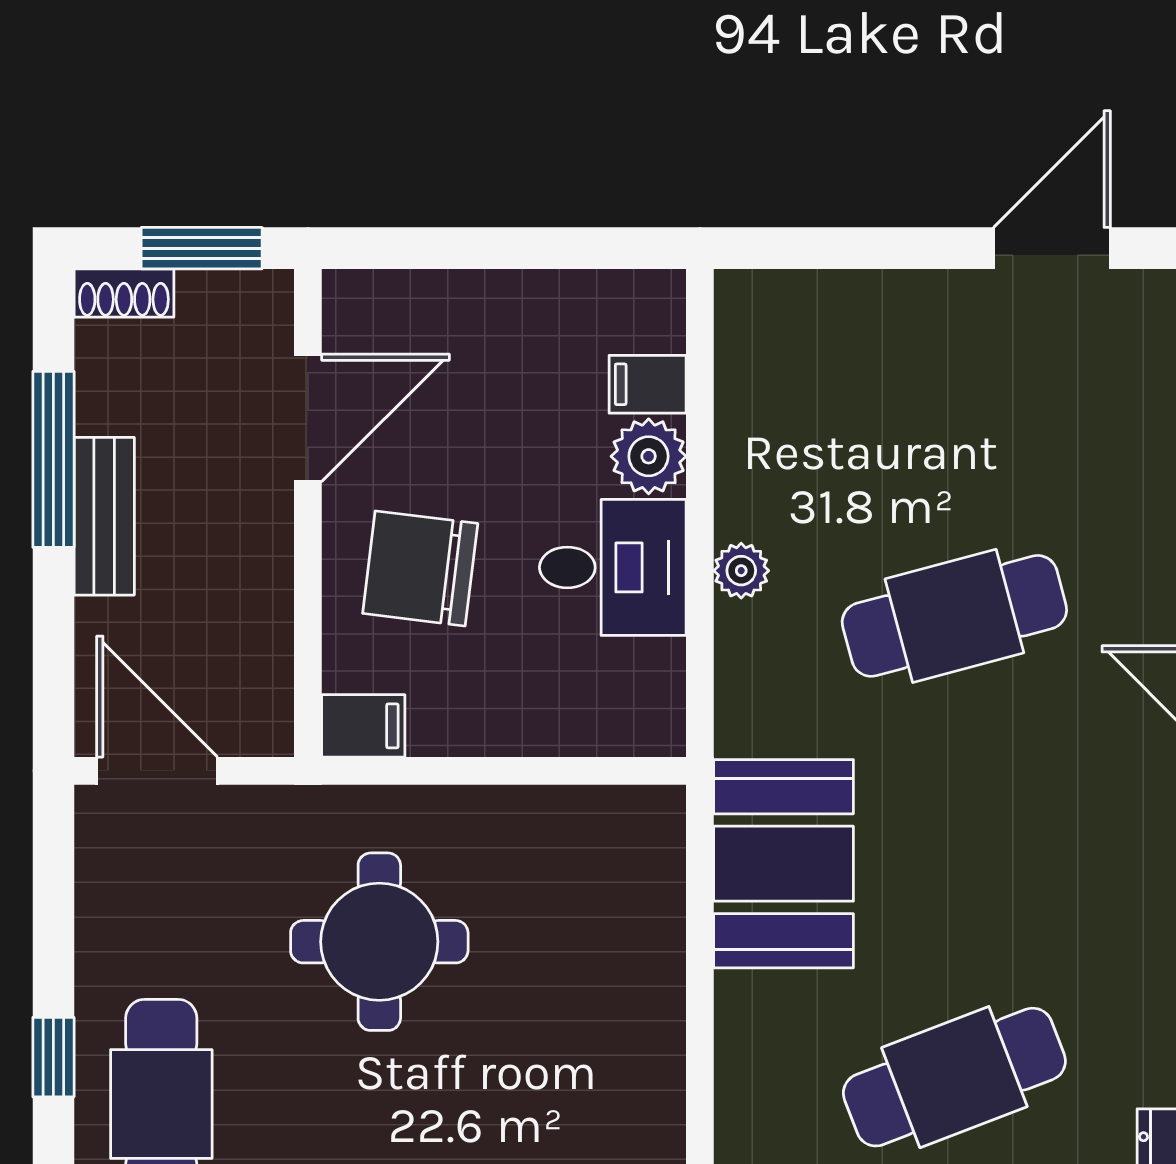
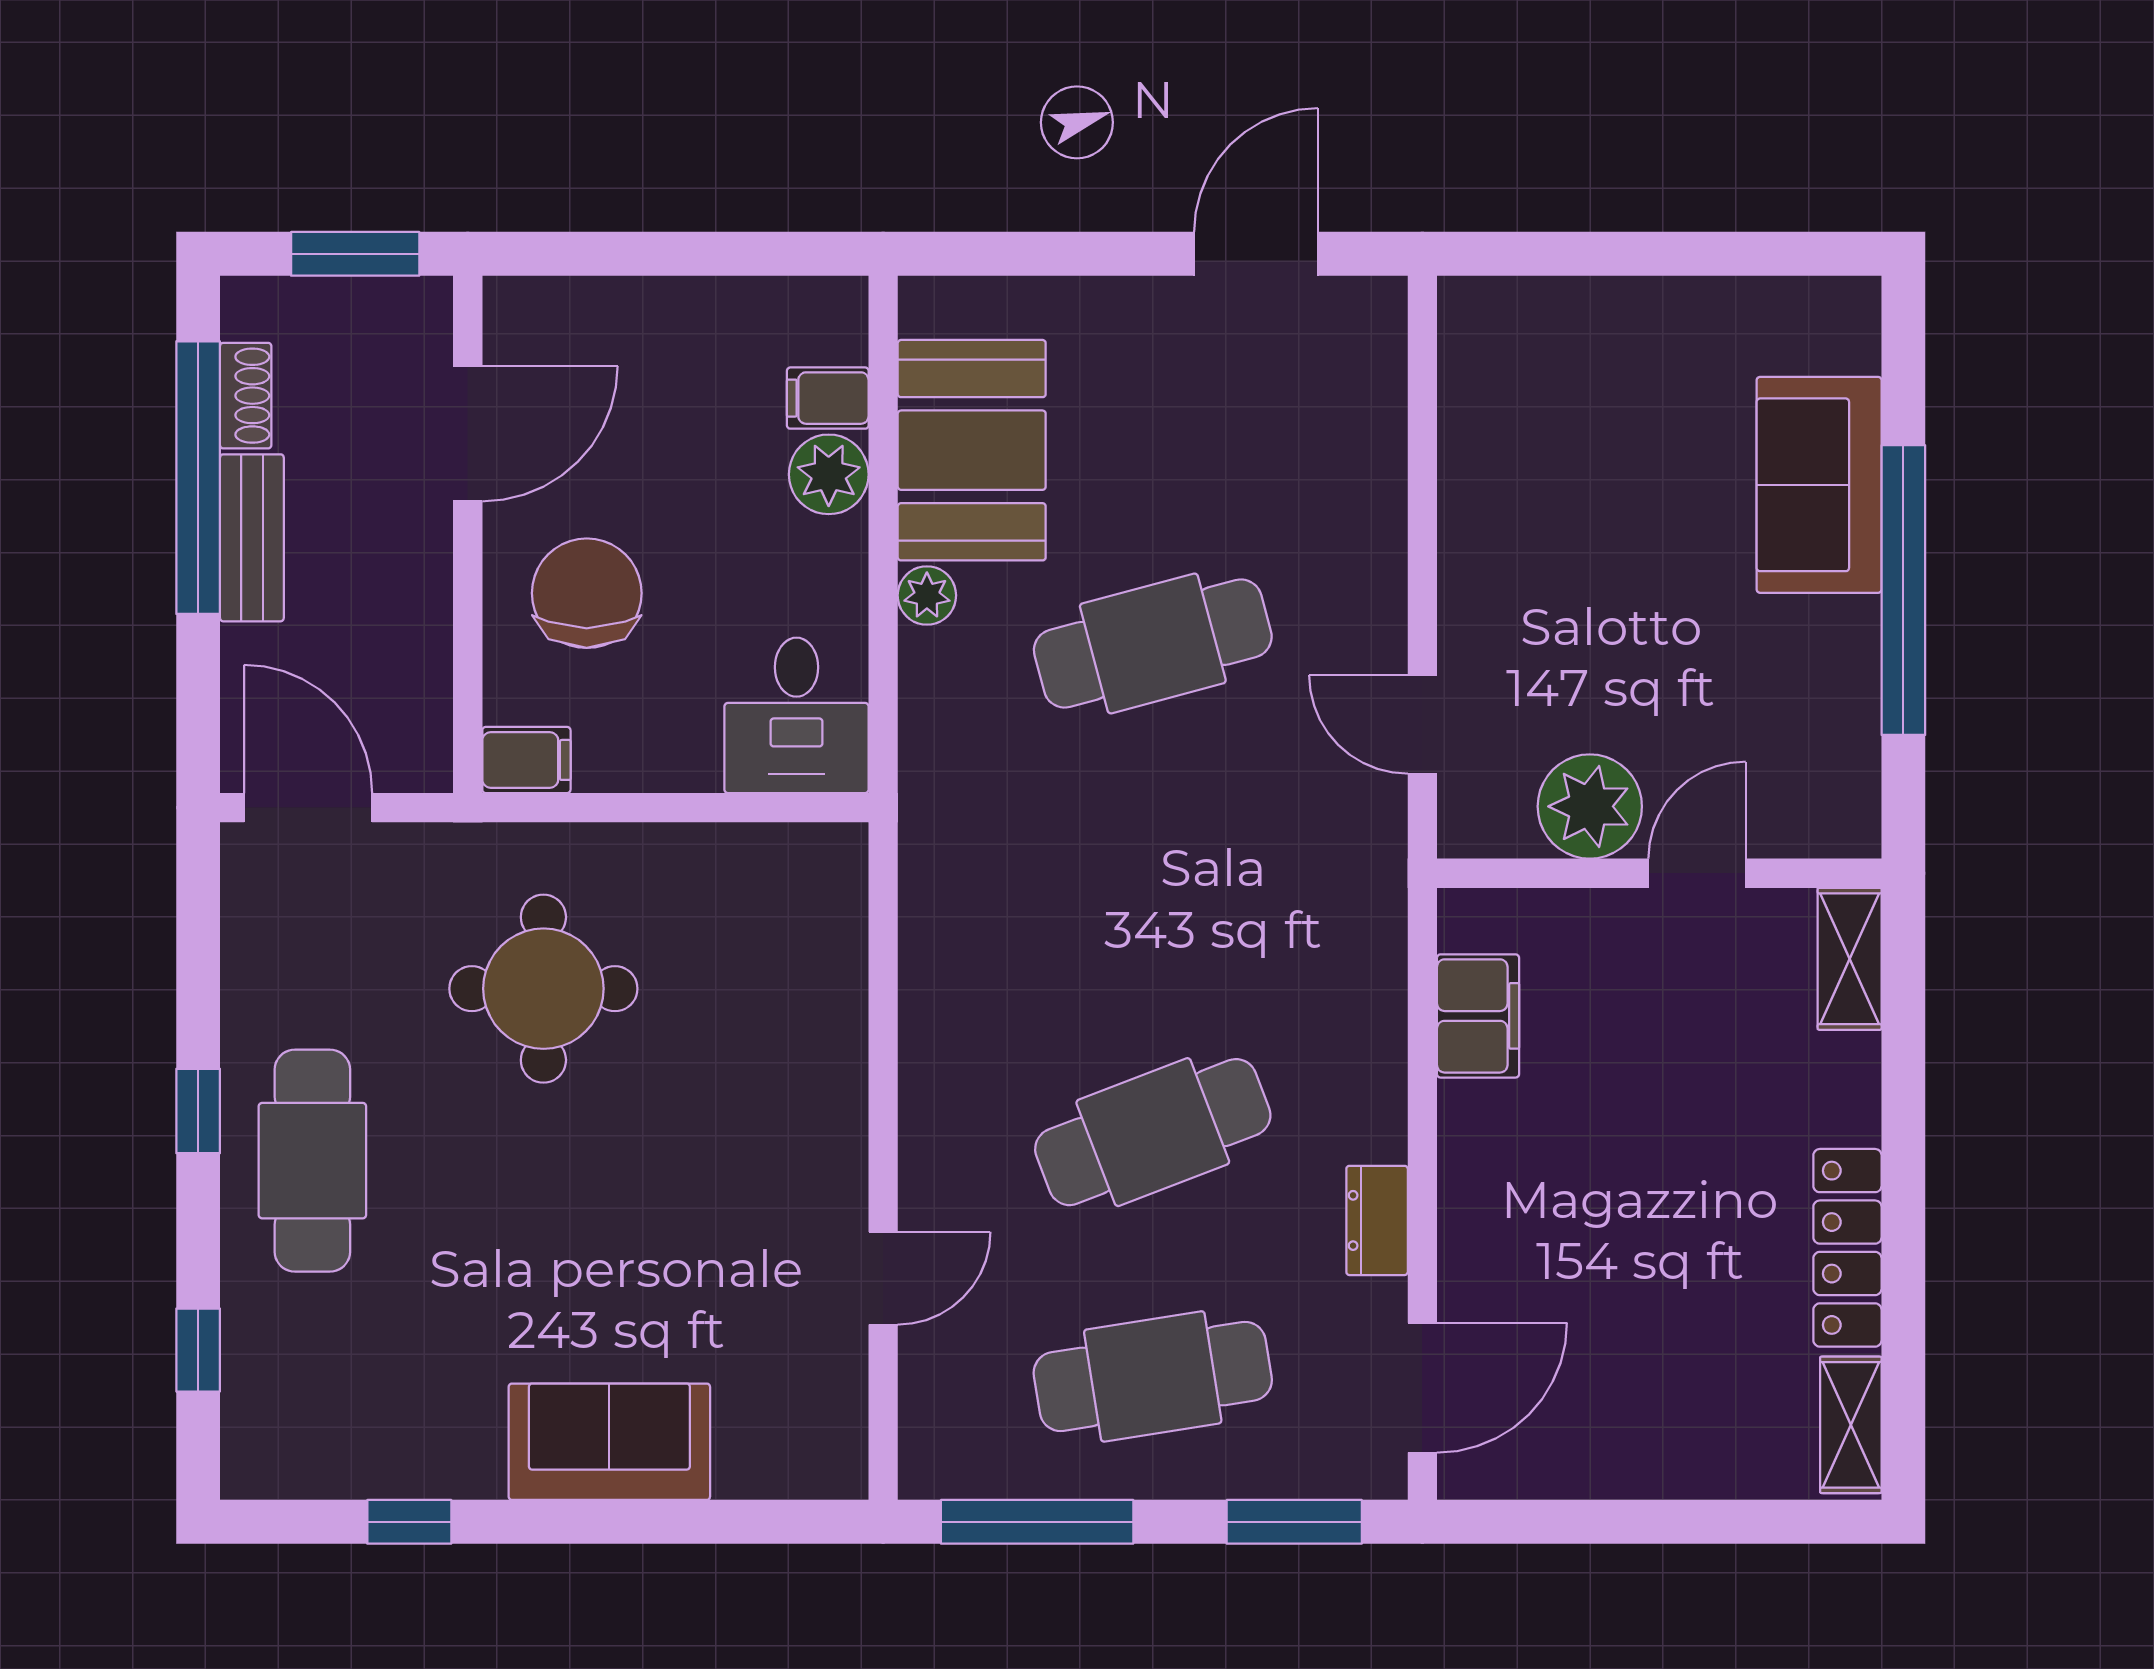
shoe rack: (124, 293) -> (246, 396), moved, turned -90
window: (53, 459) -> (198, 478), width x1.46
desk: (613, 567) -> (797, 715), moved, turned 90
chair: (420, 568) -> (587, 593), turned 83
booth: (784, 864) -> (972, 450), moved

